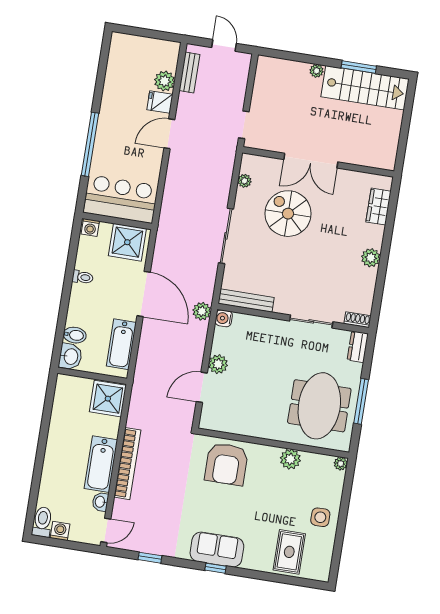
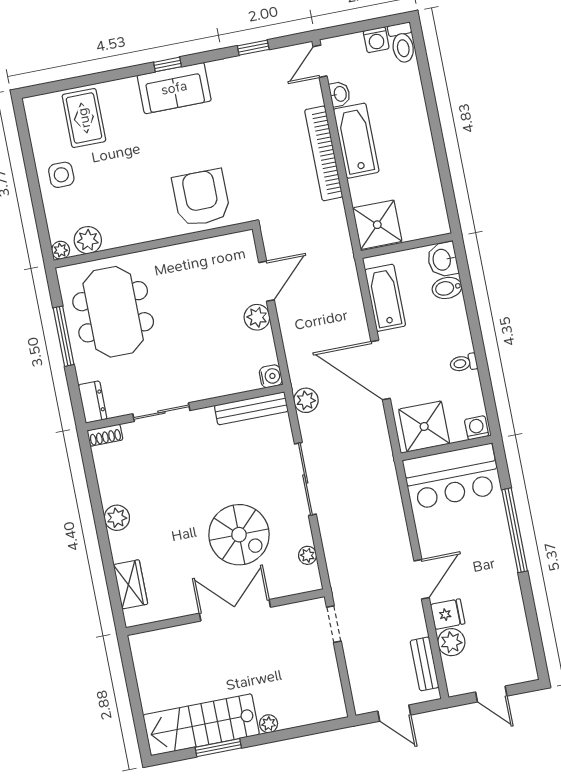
door: (150, 34) -> (491, 694), added
plant: (202, 311) -> (306, 400), moved
plant: (290, 459) -> (88, 240), moved

